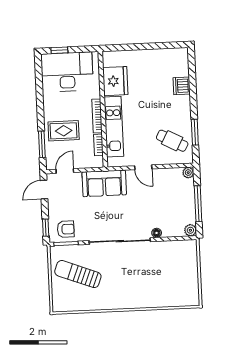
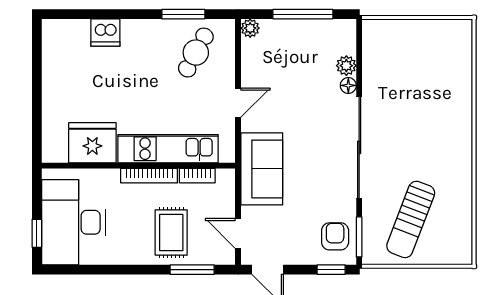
plant: (190, 230) -> (346, 66), moved

